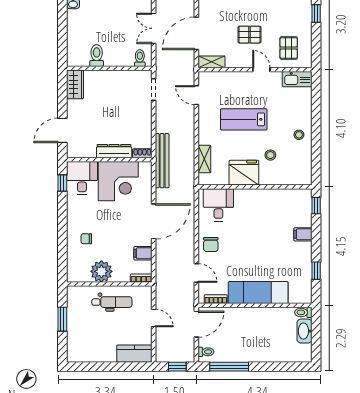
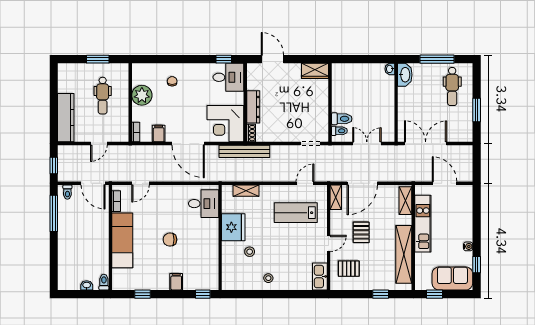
door: (196, 33) -> (362, 183), swing flipped
toilet: (97, 56) -> (342, 119), moved
lab bench: (244, 119) -> (296, 213), moved, turned -90
corner desk: (118, 181) -> (225, 124), moved
chair: (211, 245) -> (170, 240), moved
dental chair: (112, 302) -> (103, 96), moved
washbasin: (304, 331) -> (87, 285), width x0.52, depth x0.69
kitchen counter: (134, 354) -> (66, 118), width x1.50

